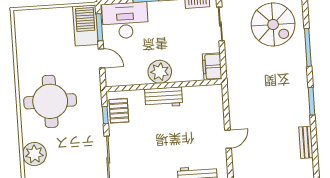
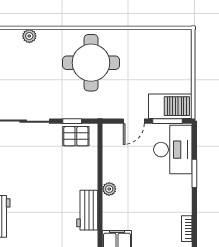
plant: (160, 72) -> (109, 189), width x0.53, depth x0.53
workbench: (164, 97) -> (87, 210), moved
plant: (34, 154) -> (29, 36), width x0.53, depth x0.53

